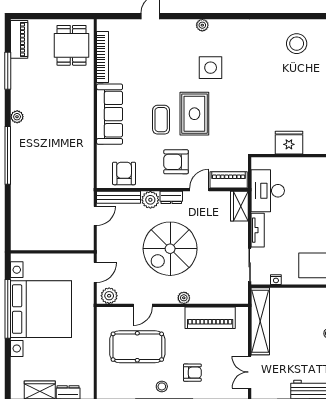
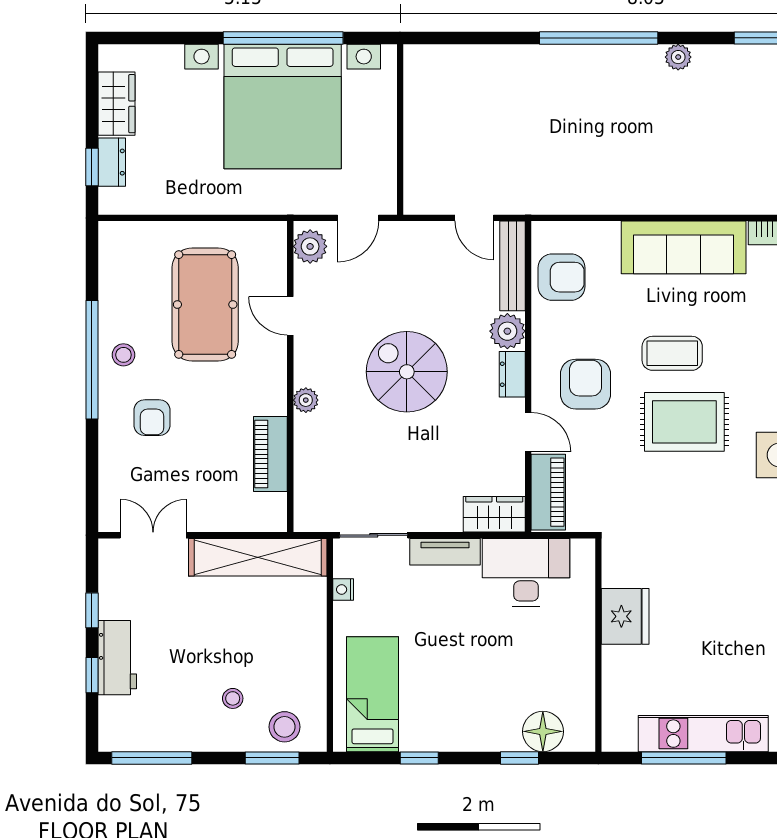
spiral stairs: (170, 249) -> (407, 372), width x0.73, depth x0.73
door: (95, 272) -> (358, 218), hinge flipped
piano: (210, 318) -> (270, 454), width x0.73, depth x0.75

